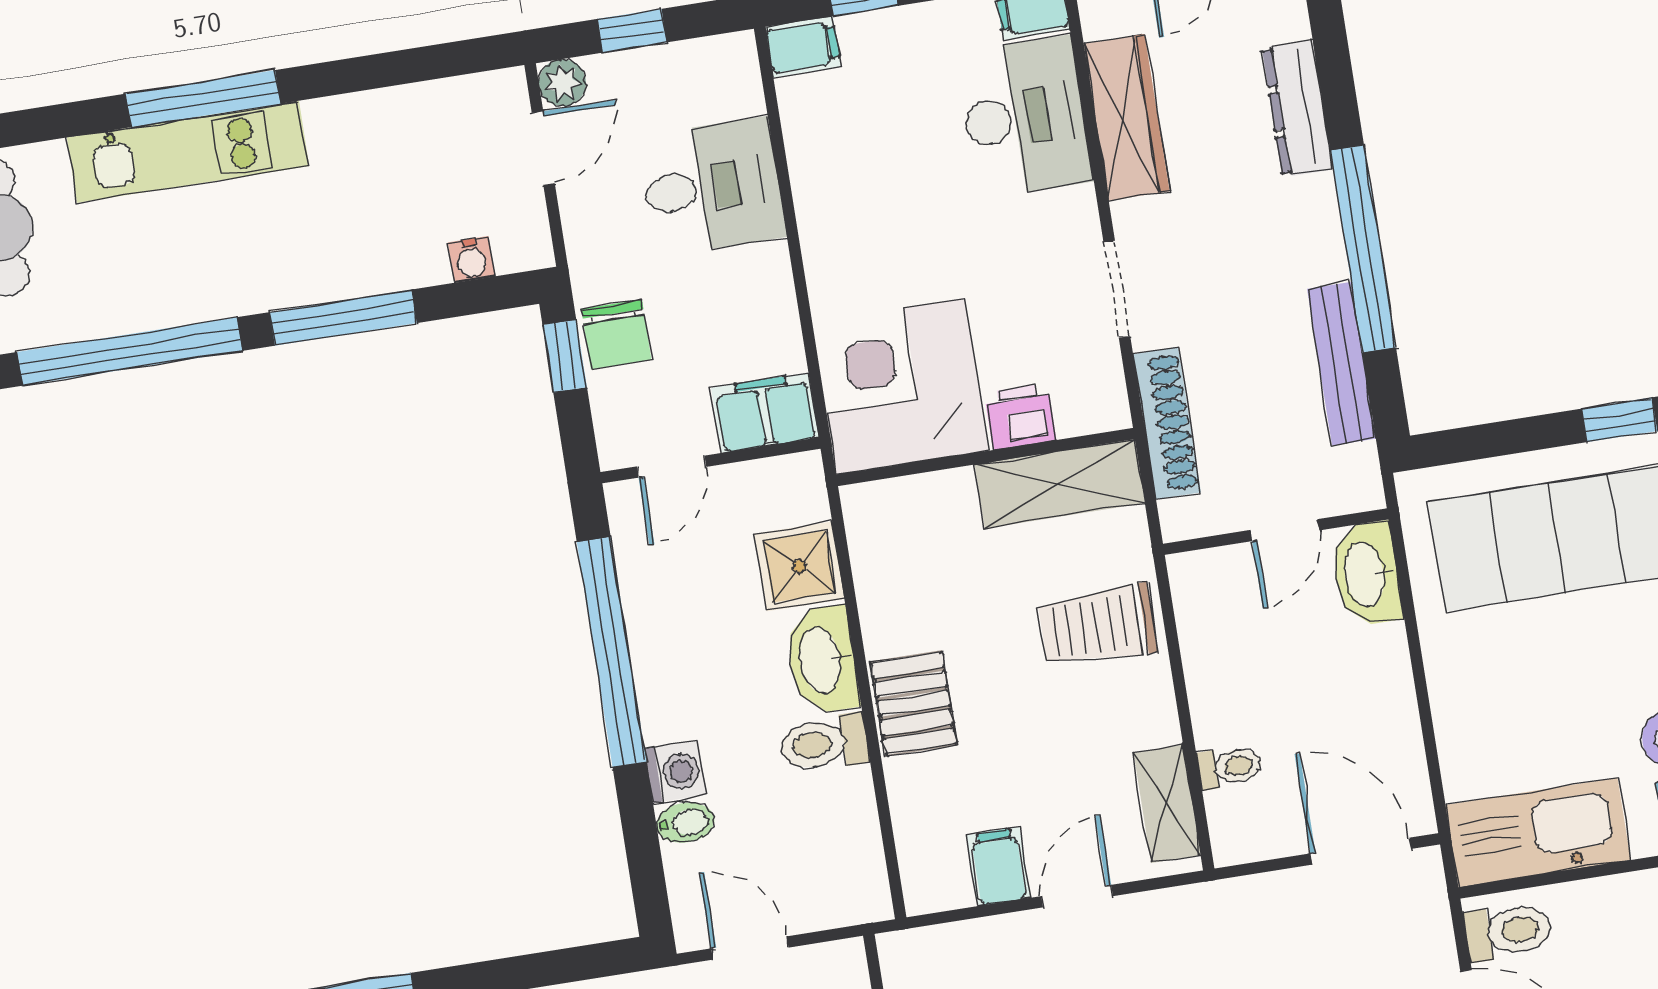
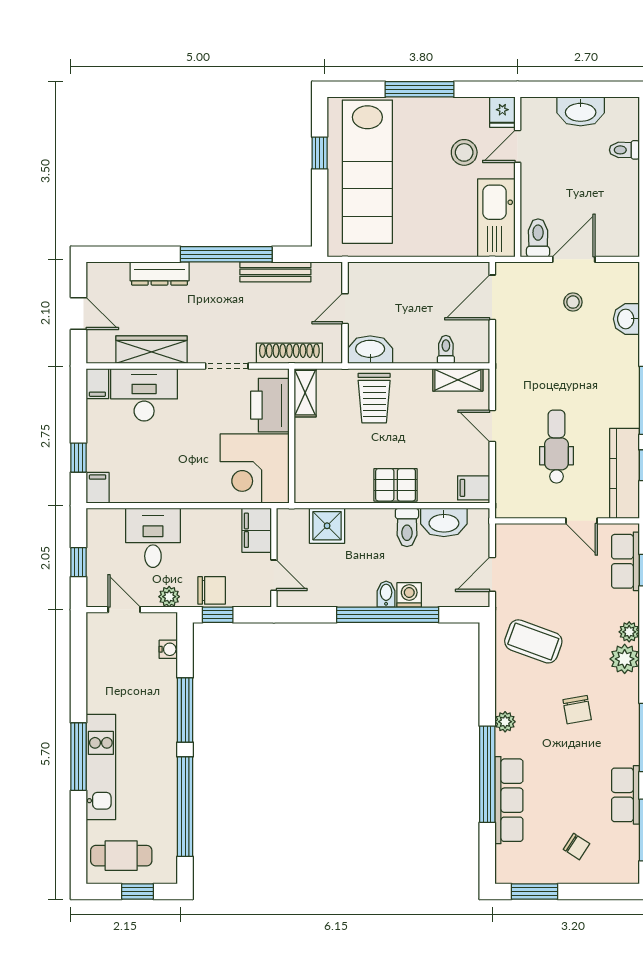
plant: (562, 83) -> (169, 597), moved
printer: (1020, 416) -> (270, 405), width x1.87, depth x1.48
shelving: (1060, 484) -> (305, 393), width x0.67, depth x0.75
door: (1285, 530) -> (345, 309), swing flipped
washbasin: (1366, 574) -> (370, 350), moved, turned 180
window: (612, 652) -> (388, 615), moved
washbasin: (822, 660) -> (444, 522), moved
bidet: (685, 823) -> (386, 594), moved
filing cabinet: (998, 867) -> (474, 488), moved

